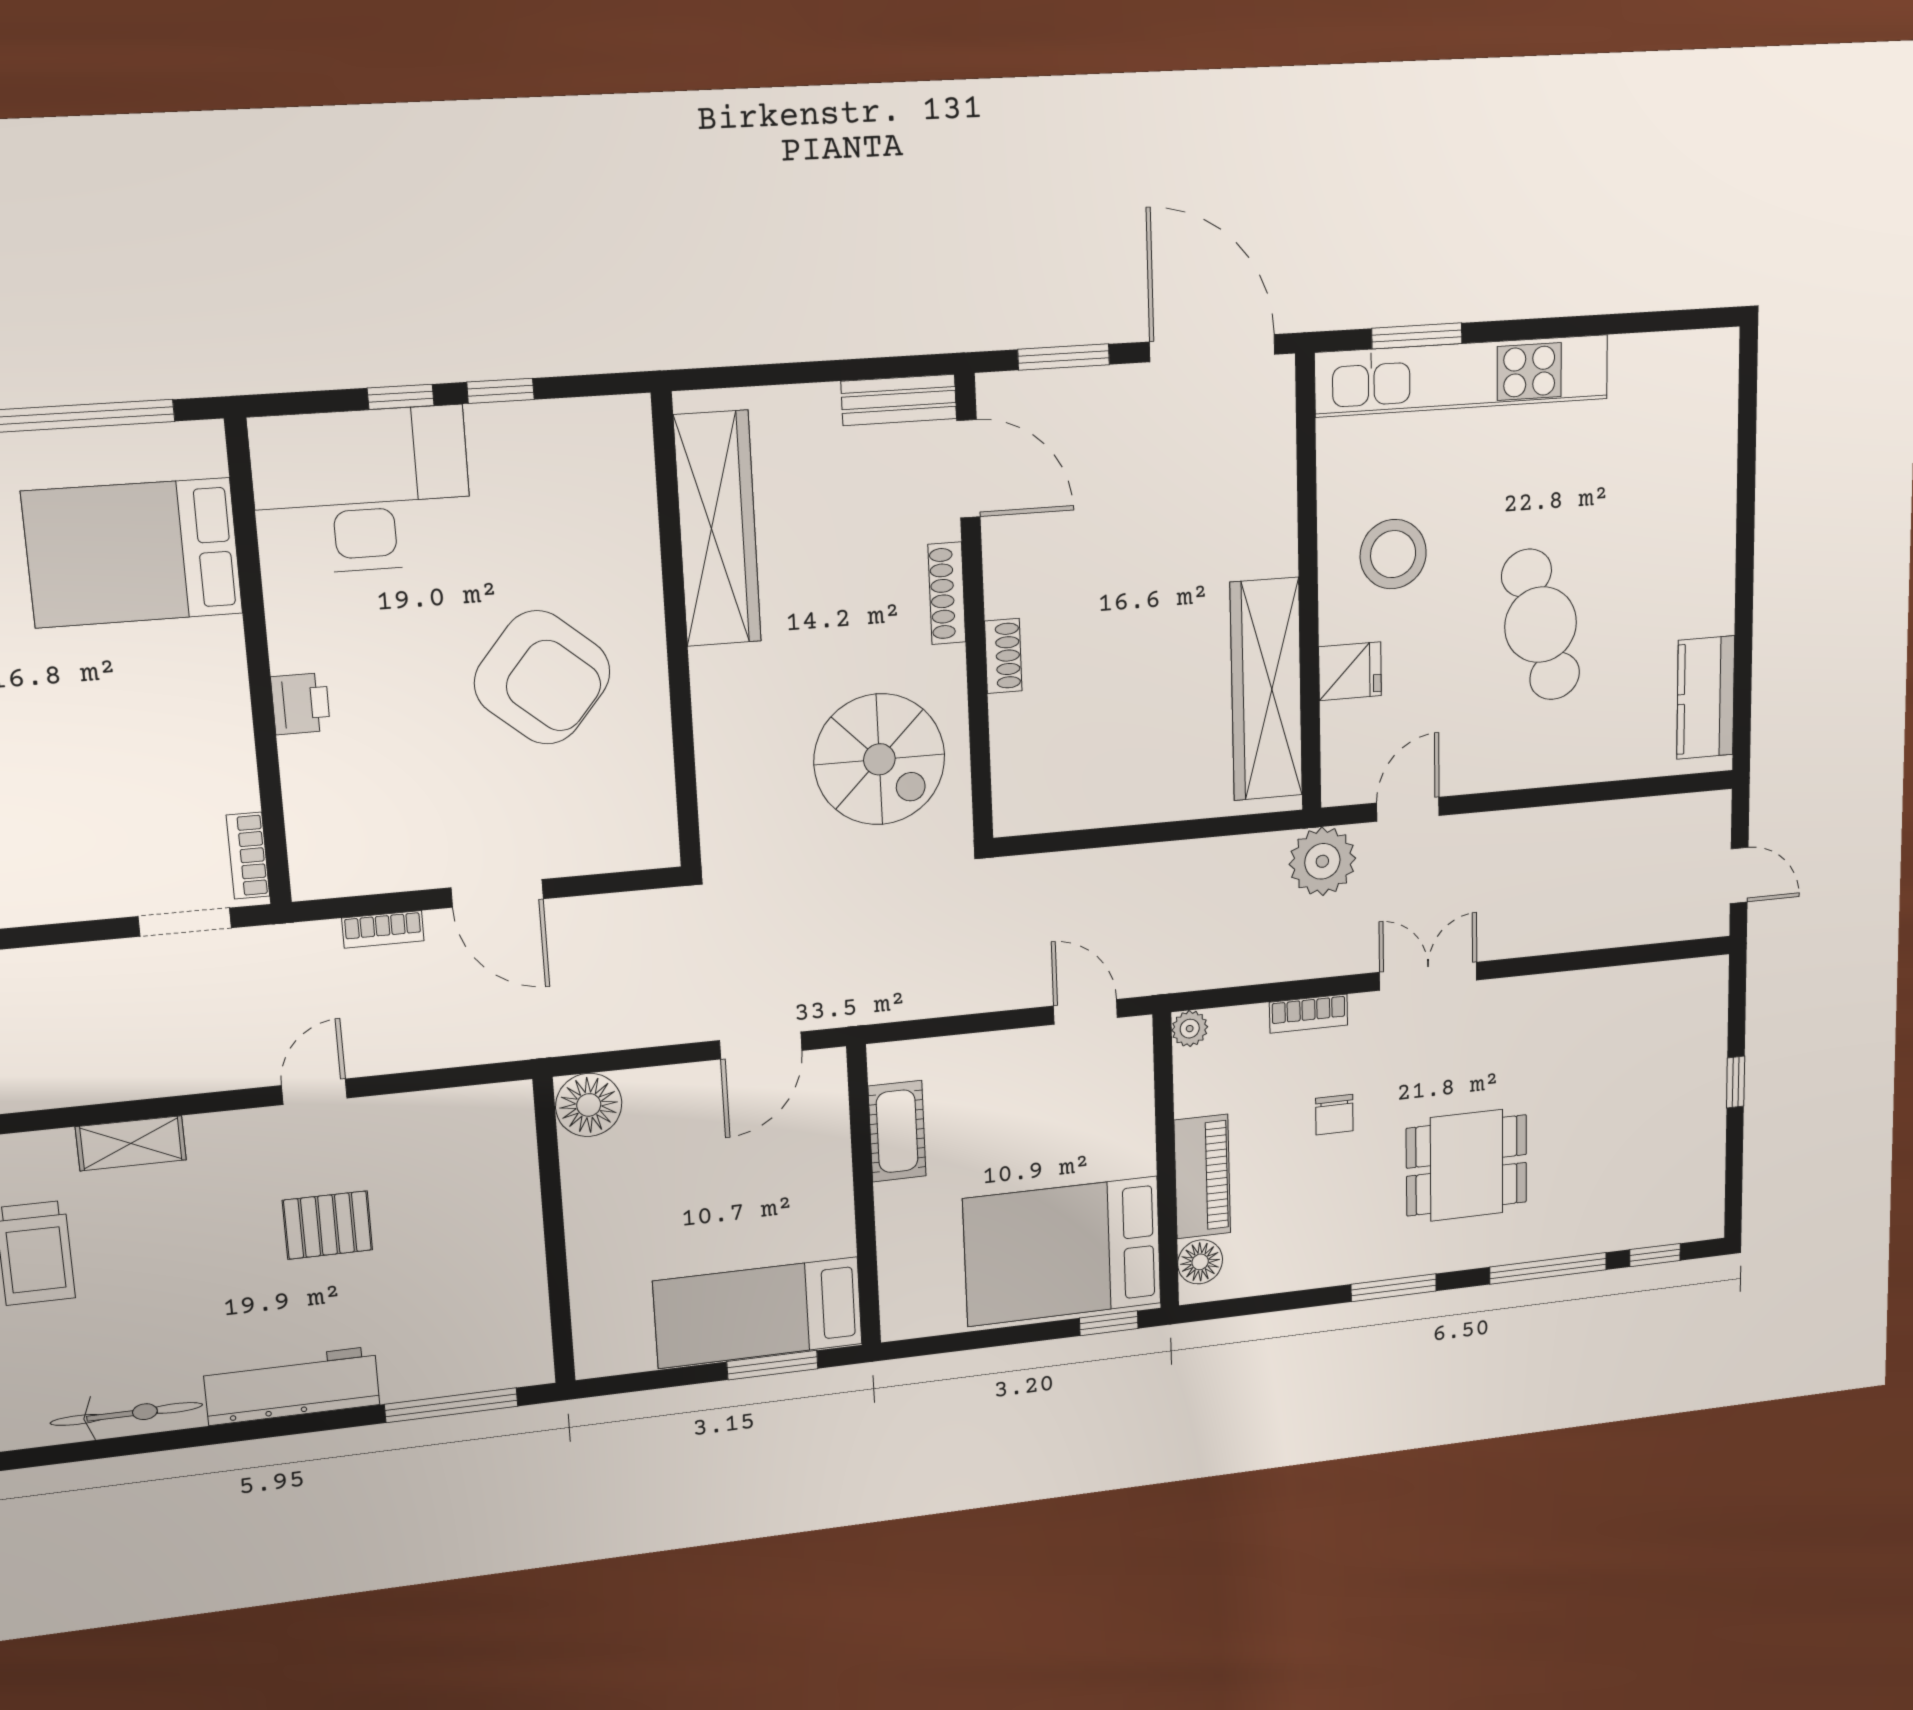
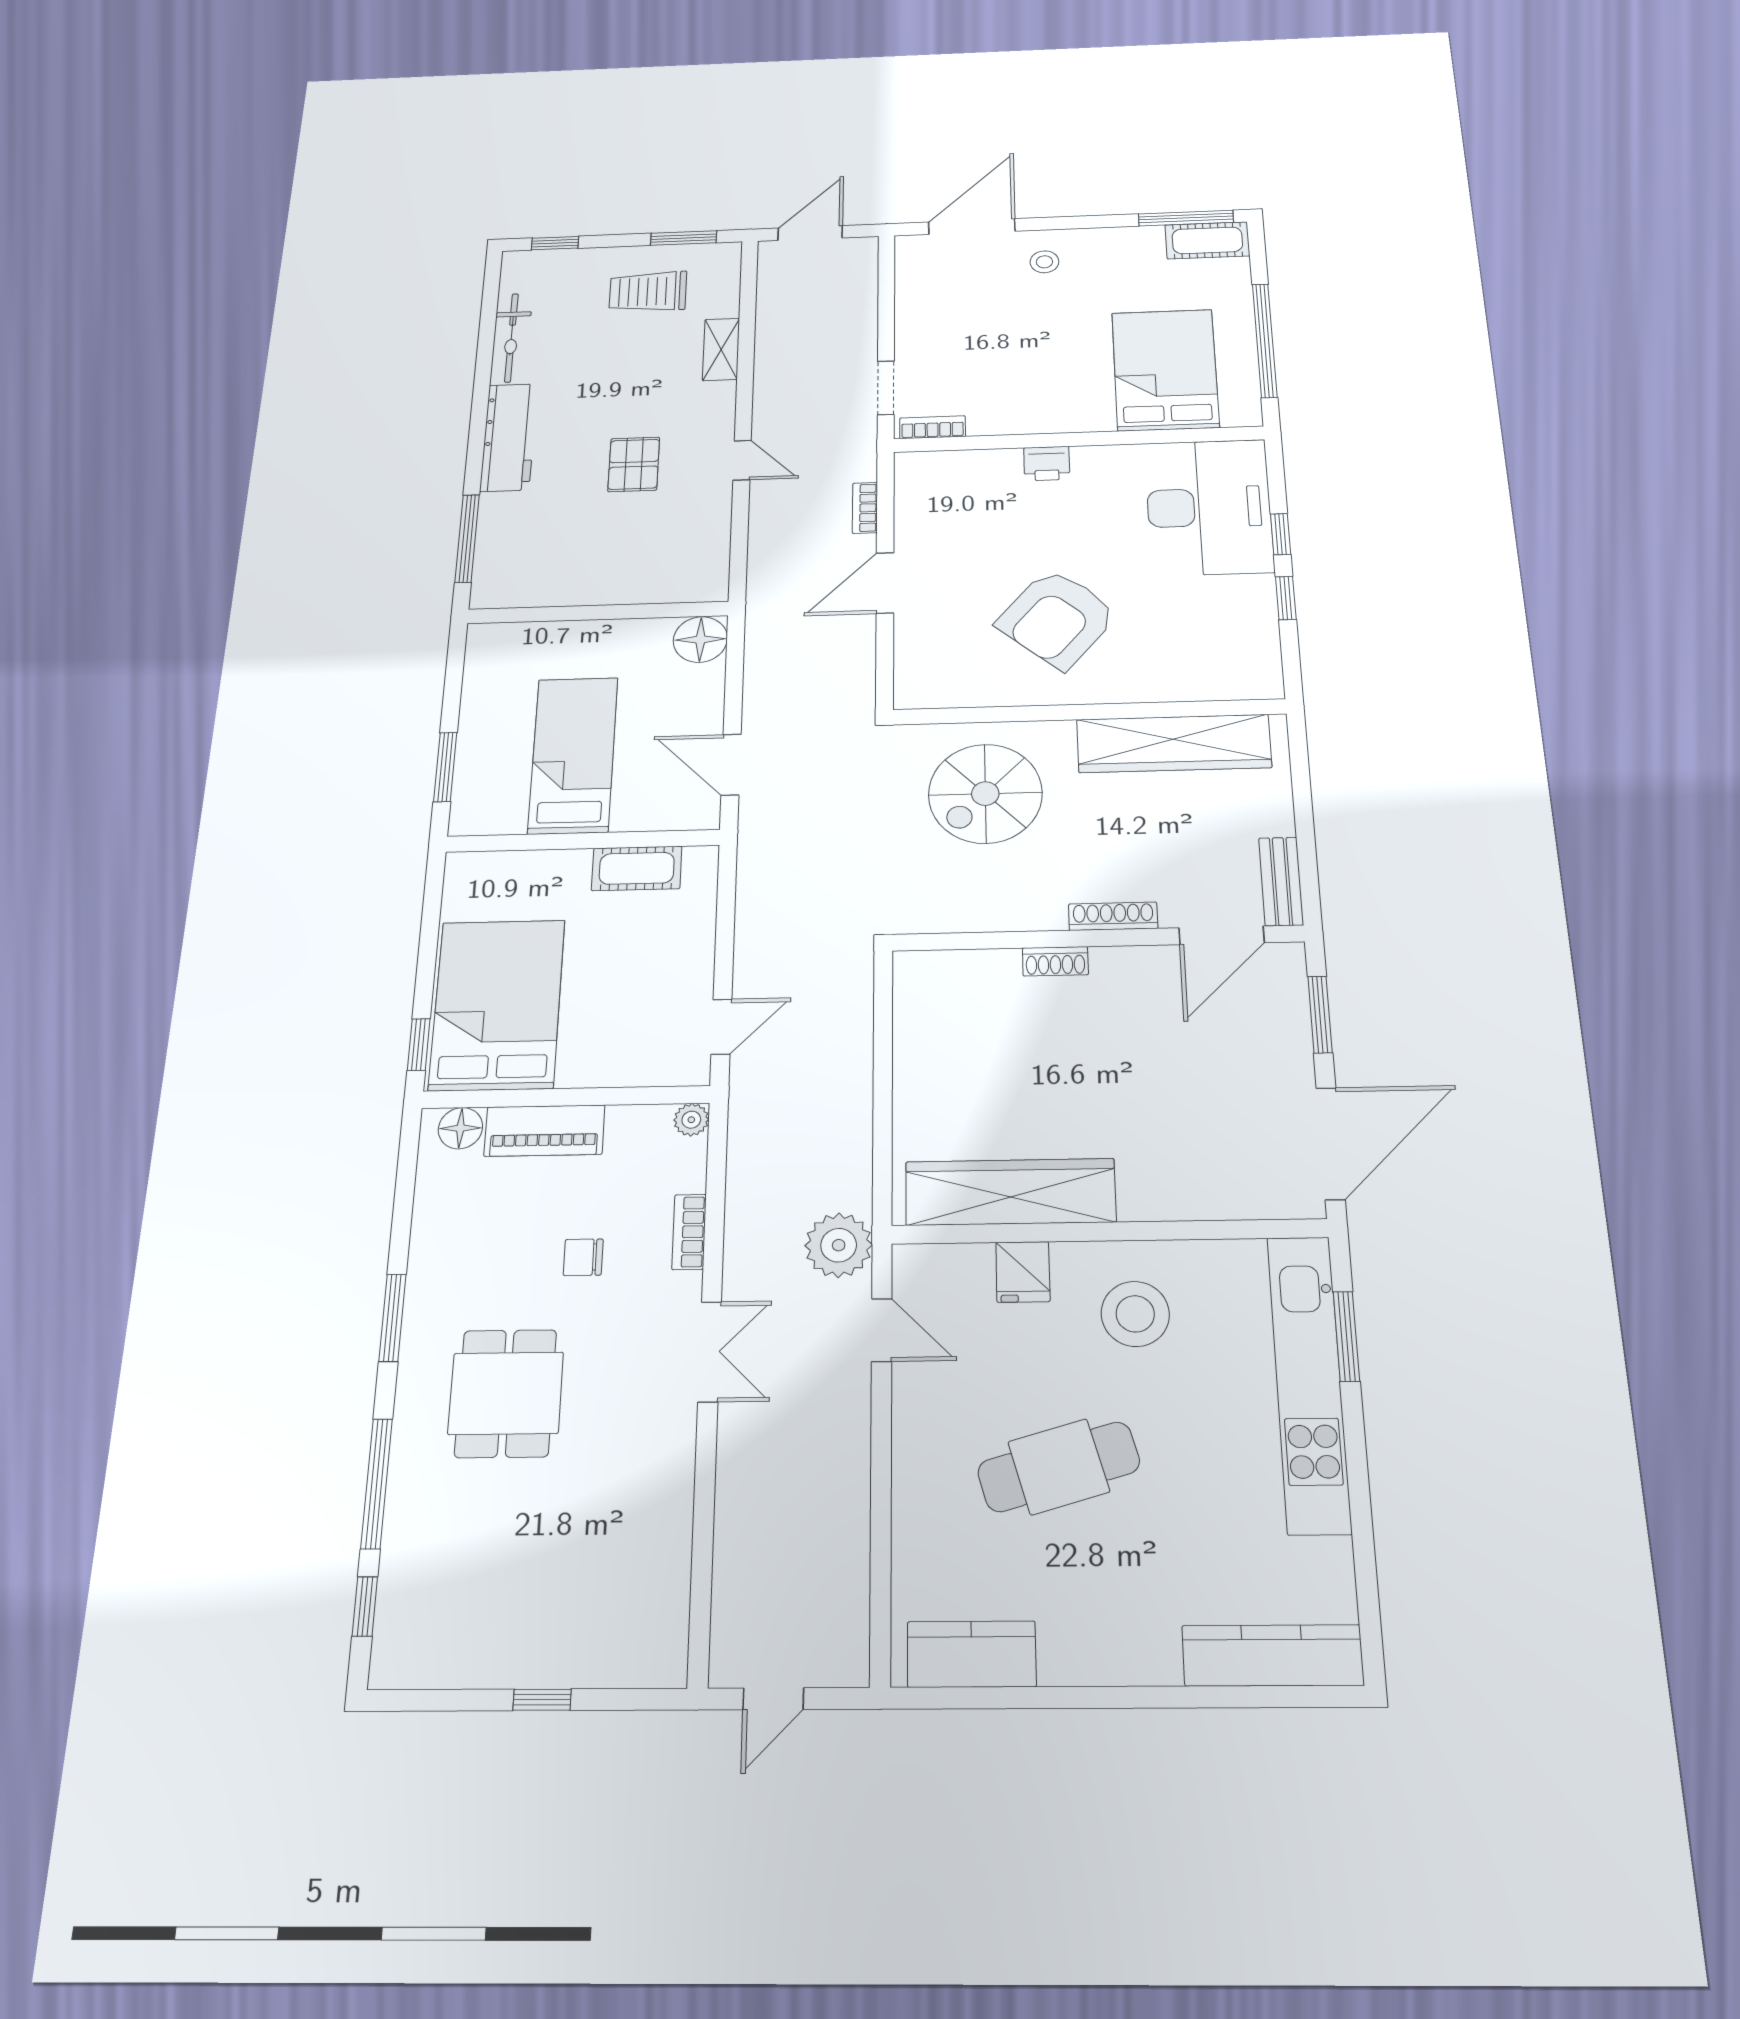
kitchen counter: (1712, 414) -> (1273, 1655), added
spiral stairs: (879, 759) -> (985, 794), moved
bed: (758, 1312) -> (573, 755), moved

